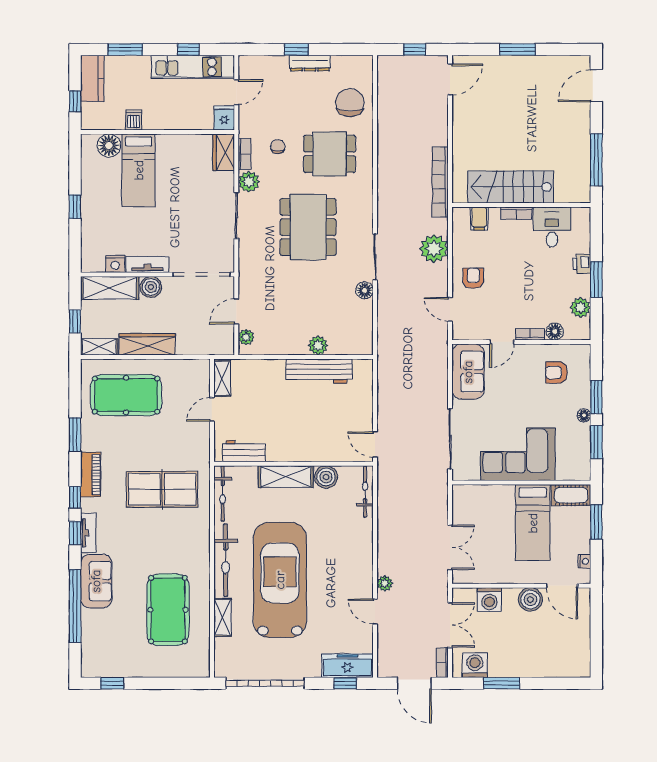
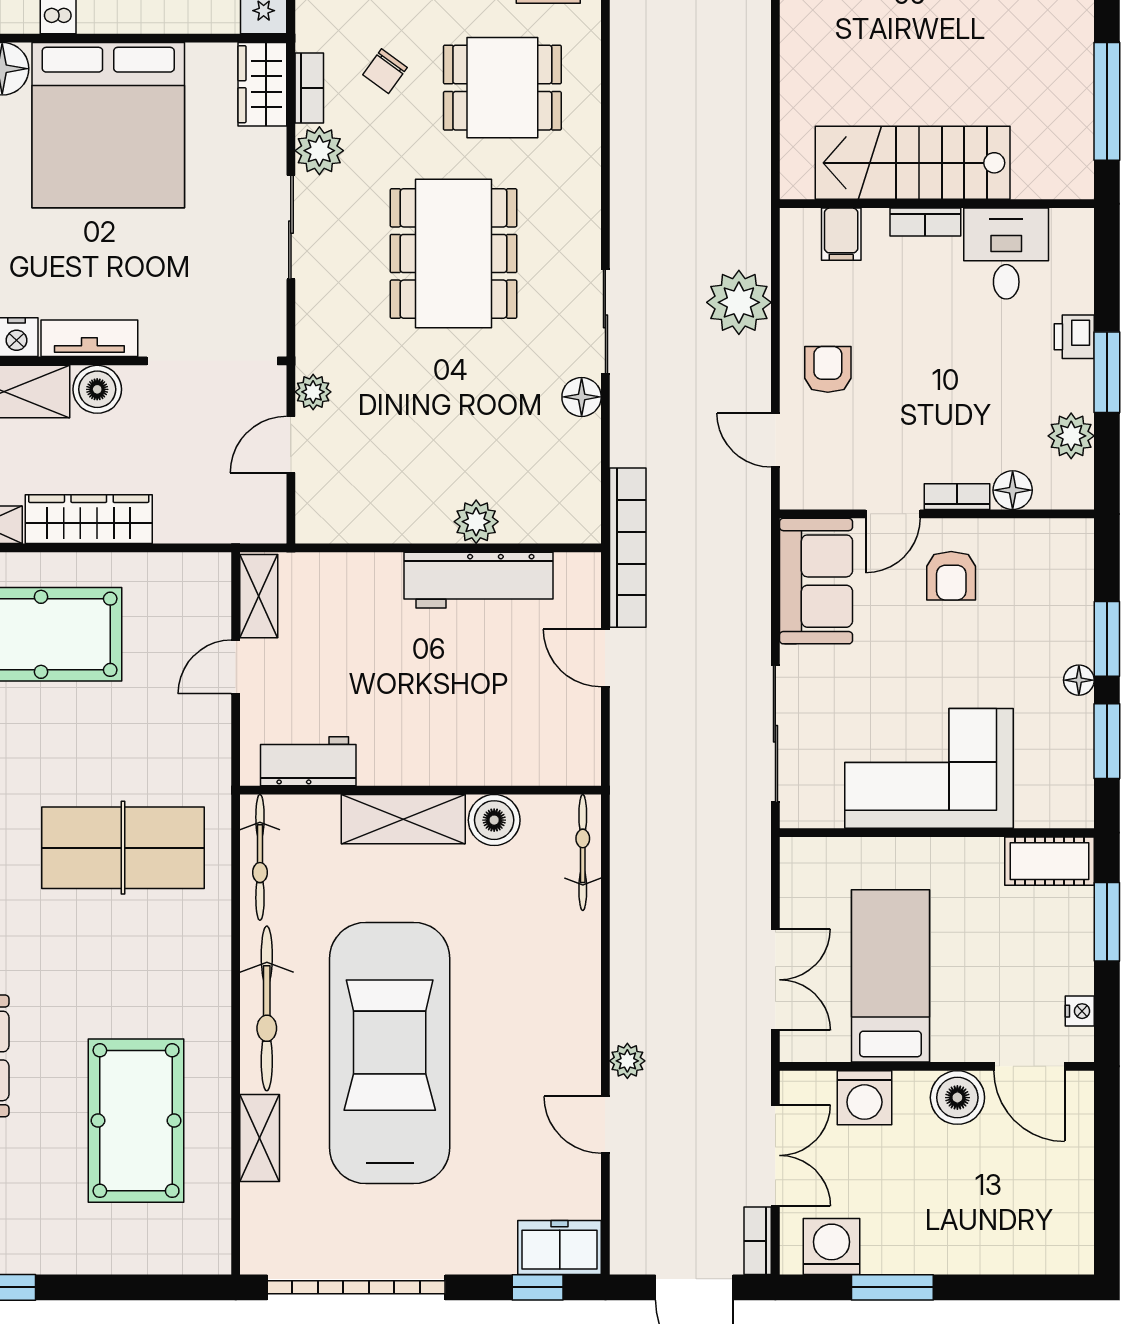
chair: (278, 147) -> (385, 71), turned -144
bed: (139, 170) -> (108, 125), width x2.04
bookcase: (440, 182) -> (628, 548), moved, turned 180
plant: (246, 337) -> (313, 392), moved
armchair: (557, 372) -> (951, 576), moved, turned -90
door: (375, 445) -> (605, 658), moved
bed: (533, 523) -> (890, 976), moved, turned 180
freezer: (347, 666) -> (560, 1247), width x0.71

